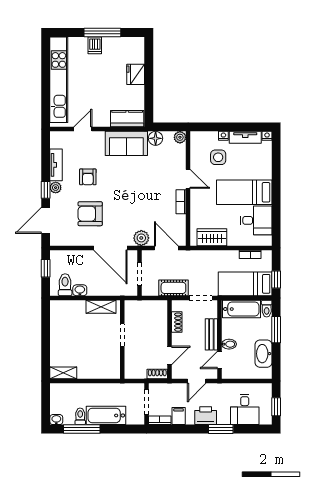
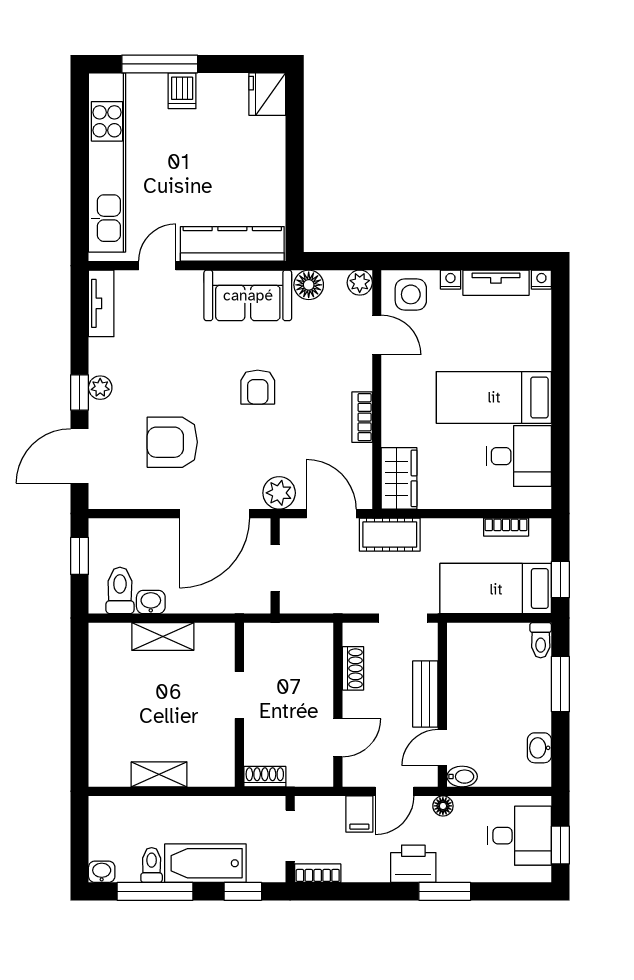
window: (102, 32) -> (160, 64), moved
fridge: (136, 74) -> (267, 94), moved
kitchen counter: (127, 119) -> (232, 244), width x1.50
side table: (218, 157) -> (411, 294), moved
tv unit: (56, 165) -> (101, 303), moved
armchair: (88, 177) -> (258, 387), moved
door: (188, 179) -> (377, 335), moved
wardrobe: (212, 237) -> (399, 478), moved, turned 90
door: (110, 248) -> (215, 514), hinge flipped
cot: (173, 288) -> (390, 535), moved
shelving: (101, 307) -> (163, 636), moved
bathtub: (241, 309) -> (488, 641), removed
bidet: (229, 344) -> (462, 777), moved
washbasin: (263, 354) -> (539, 748), width x0.52, depth x0.69
shelving: (63, 373) -> (159, 774), moved
shoe rack: (157, 374) -> (265, 777), moved
floor lamp: (220, 388) -> (443, 806), added
desk: (245, 409) -> (520, 836), moved, turned -90
filing cabinet: (179, 416) -> (359, 814), moved, turned 180
window: (124, 429) -> (243, 891), added

